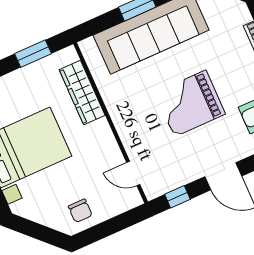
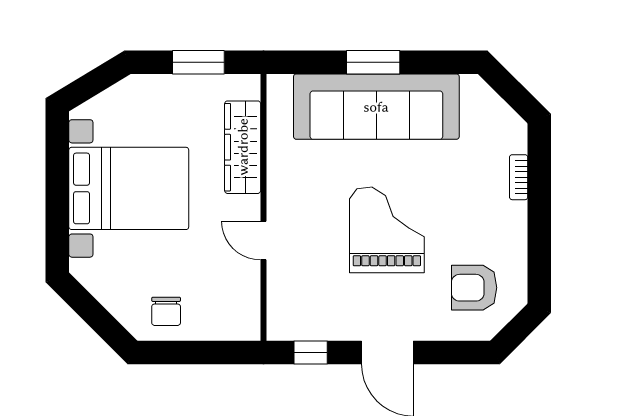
grand piano: (190, 103) -> (387, 230), turned 90
door: (133, 174) -> (263, 241), moved

